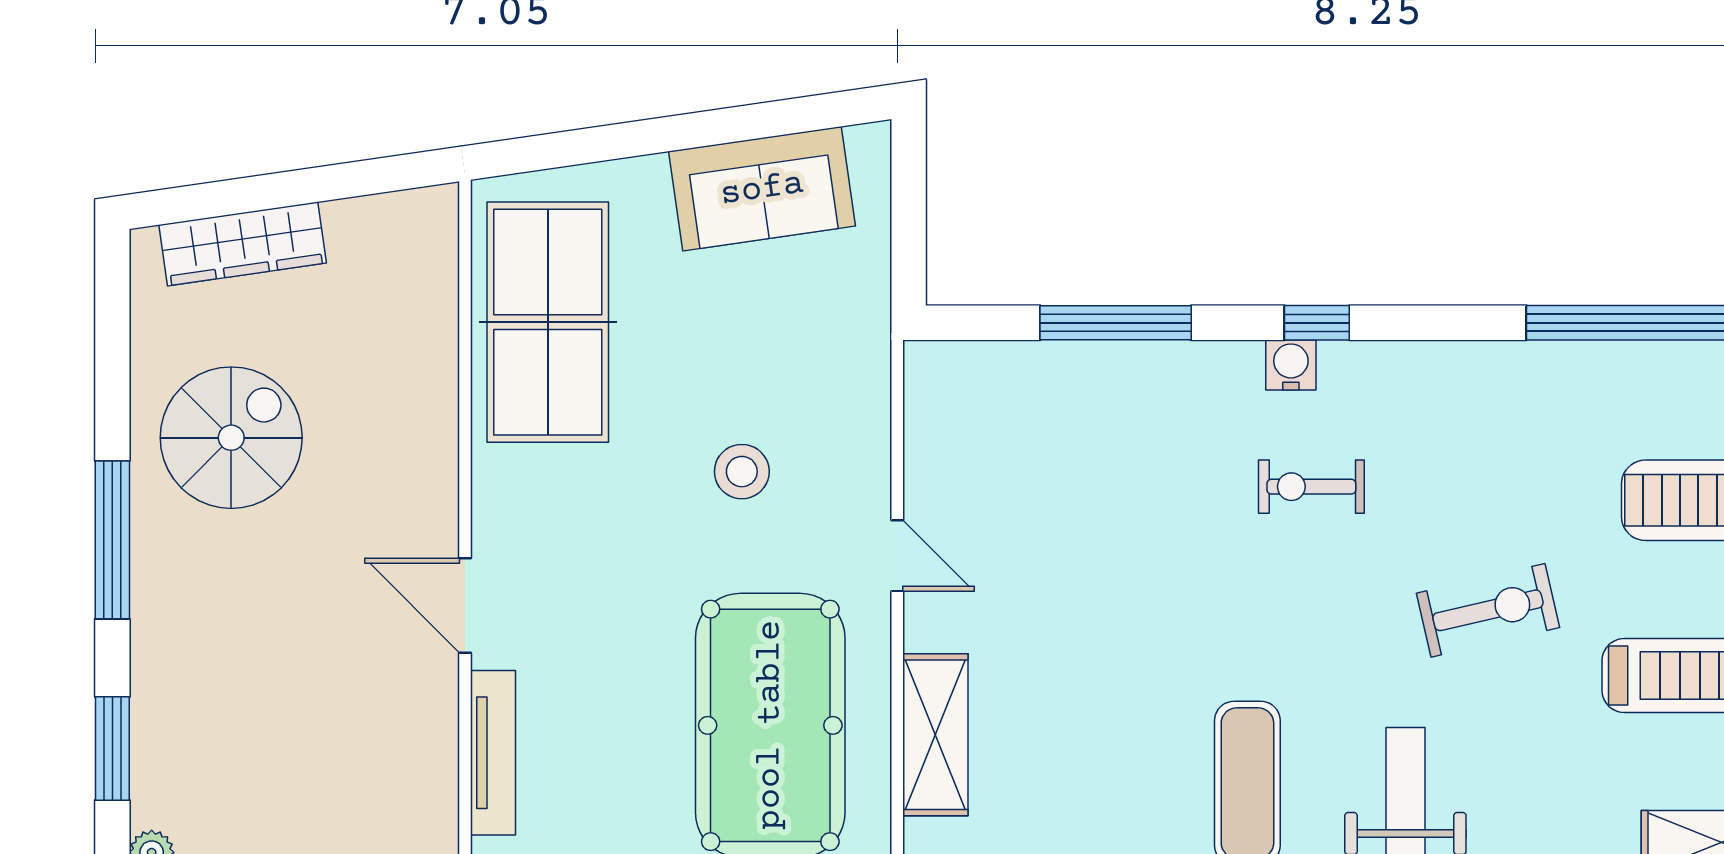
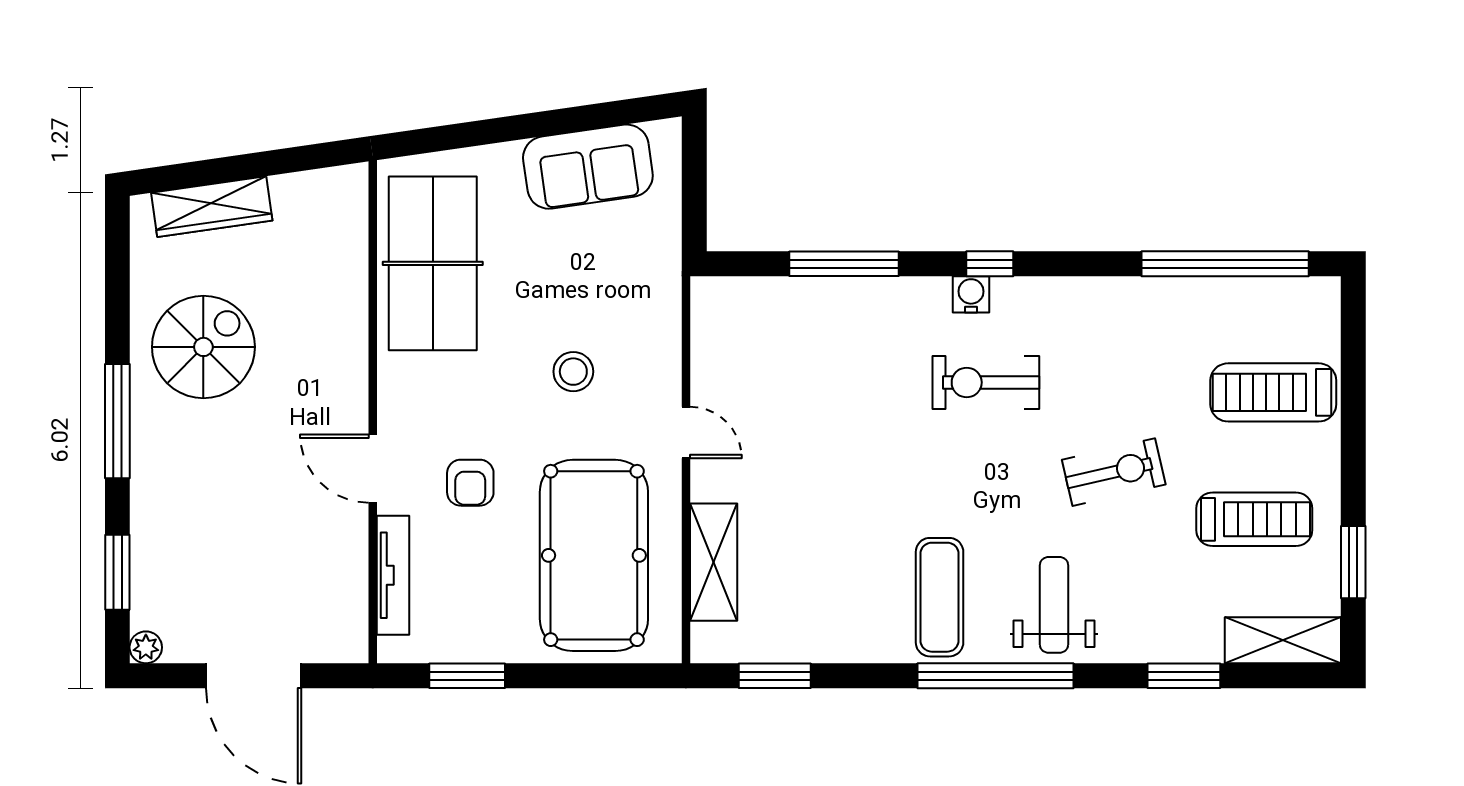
exercise bike: (1311, 487) -> (986, 382), width x1.38, depth x1.39
armchair: (600, 625) -> (470, 483), added

